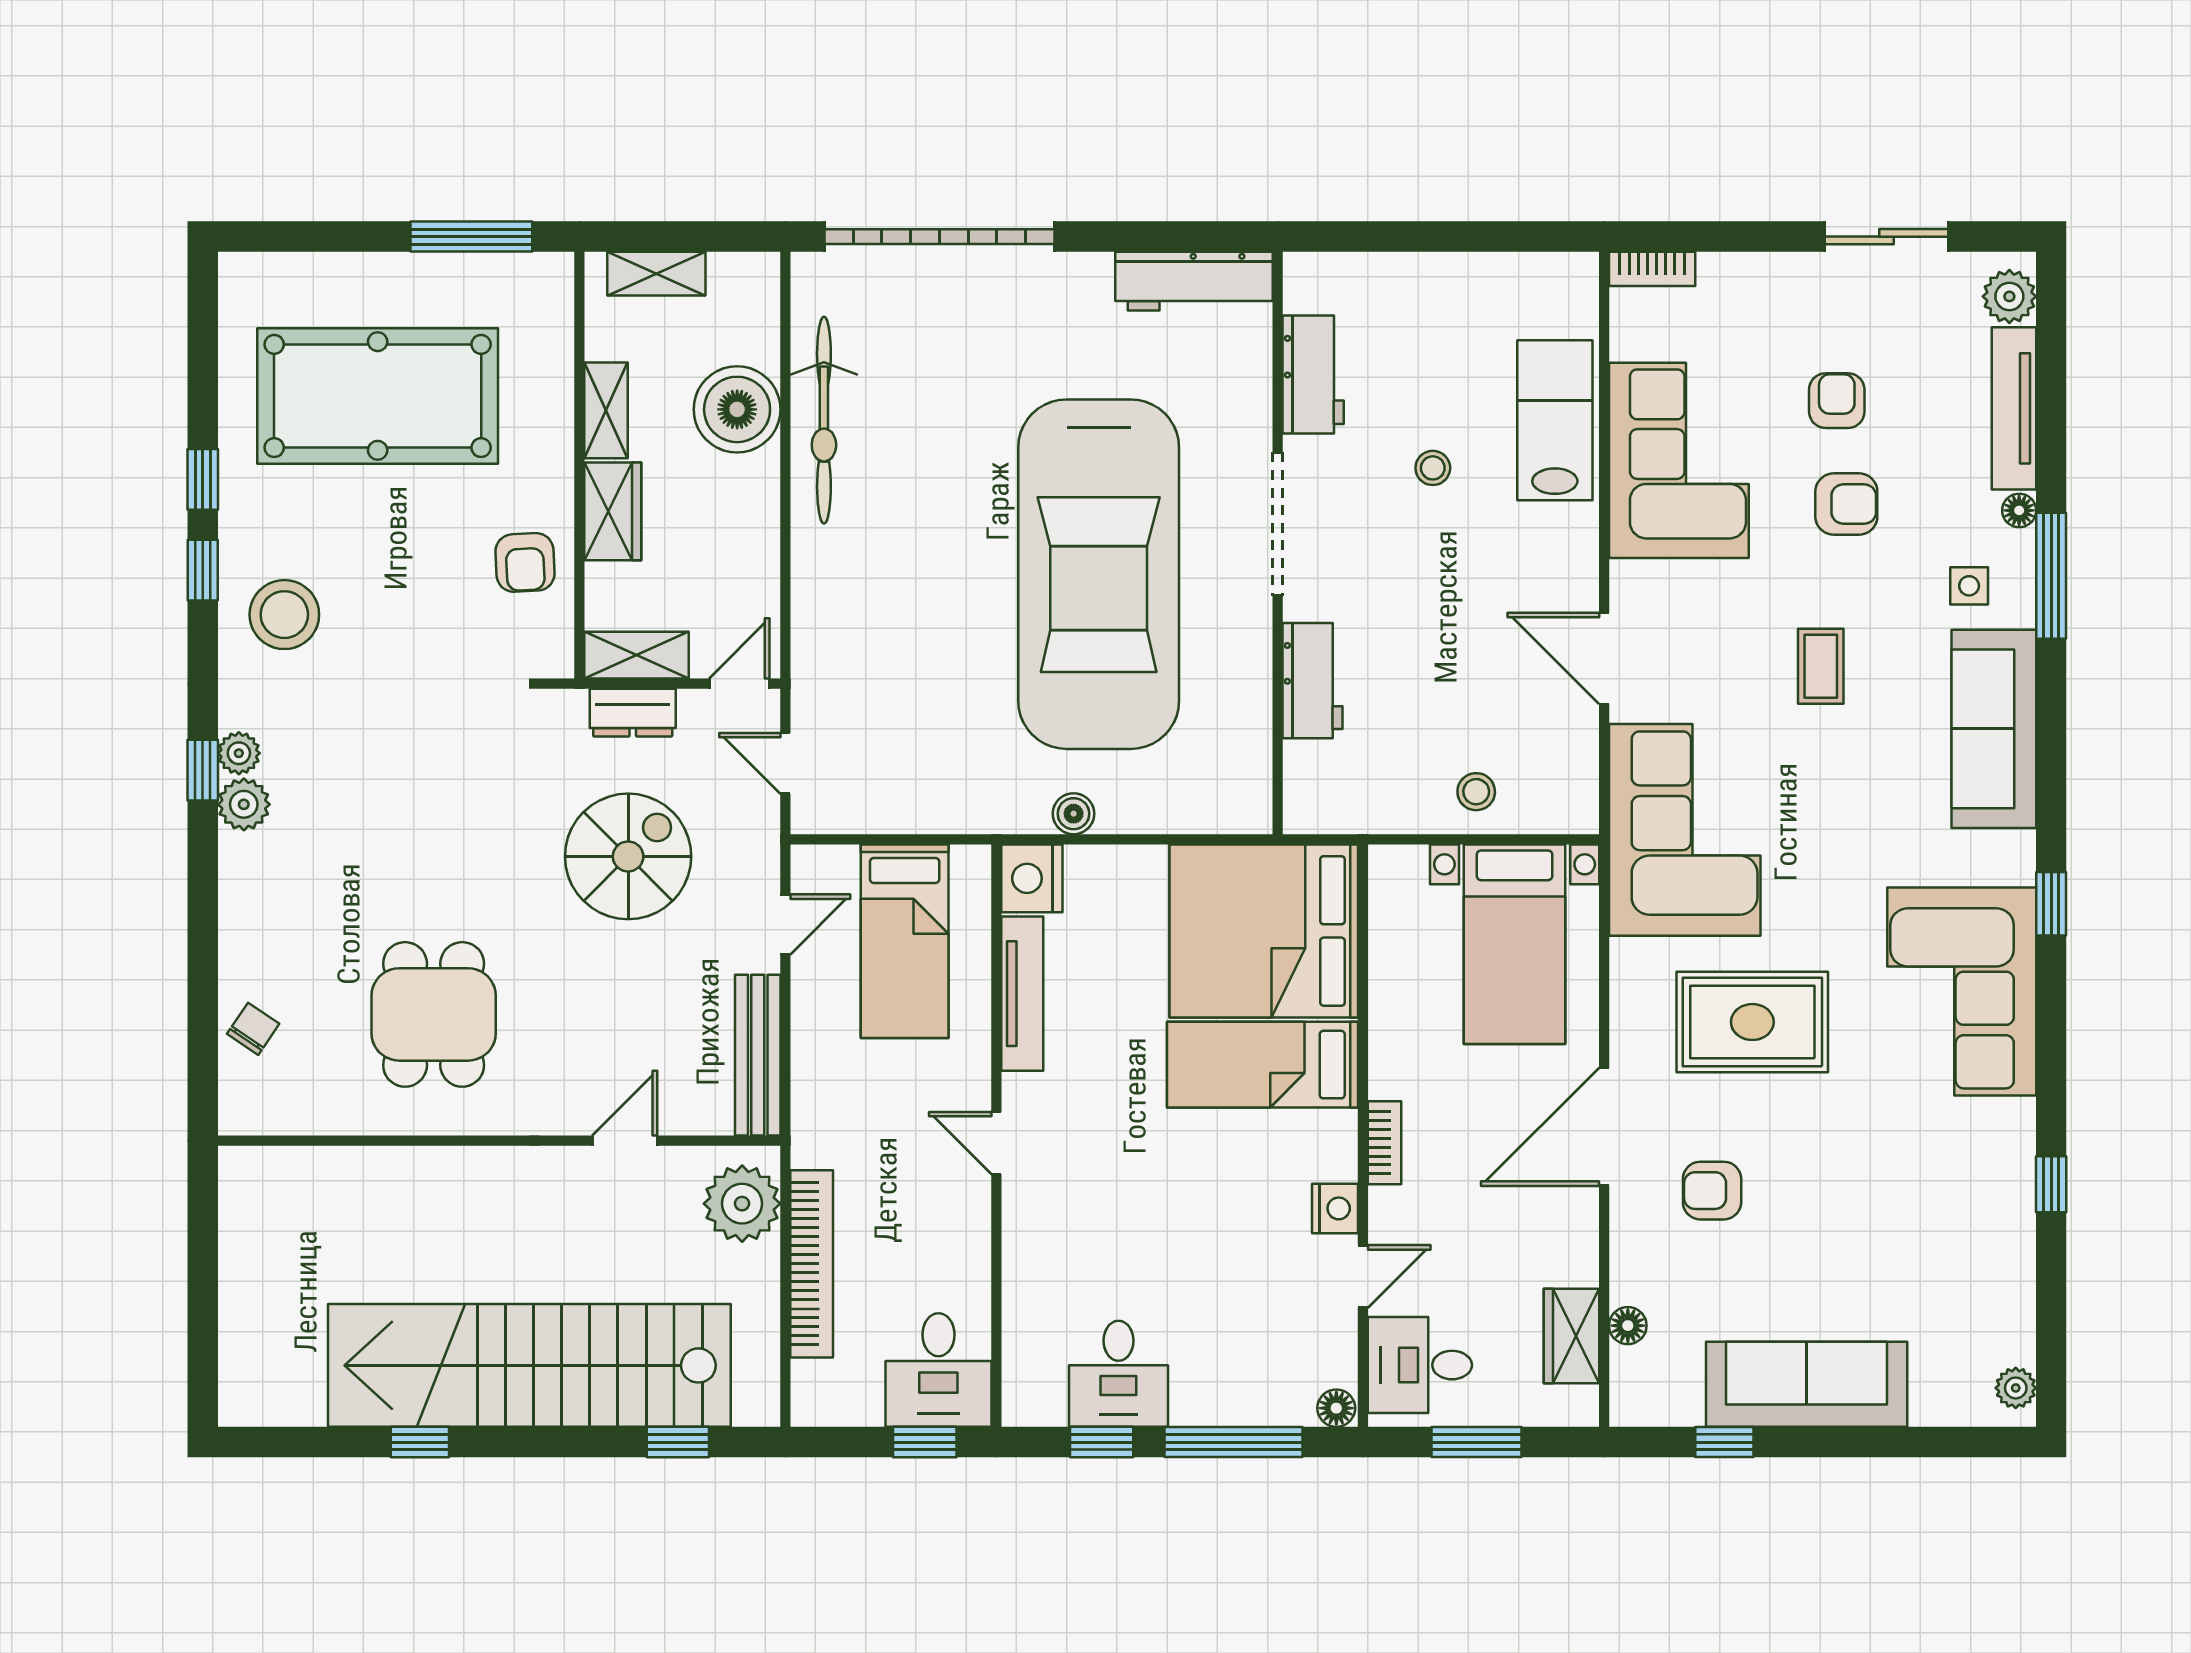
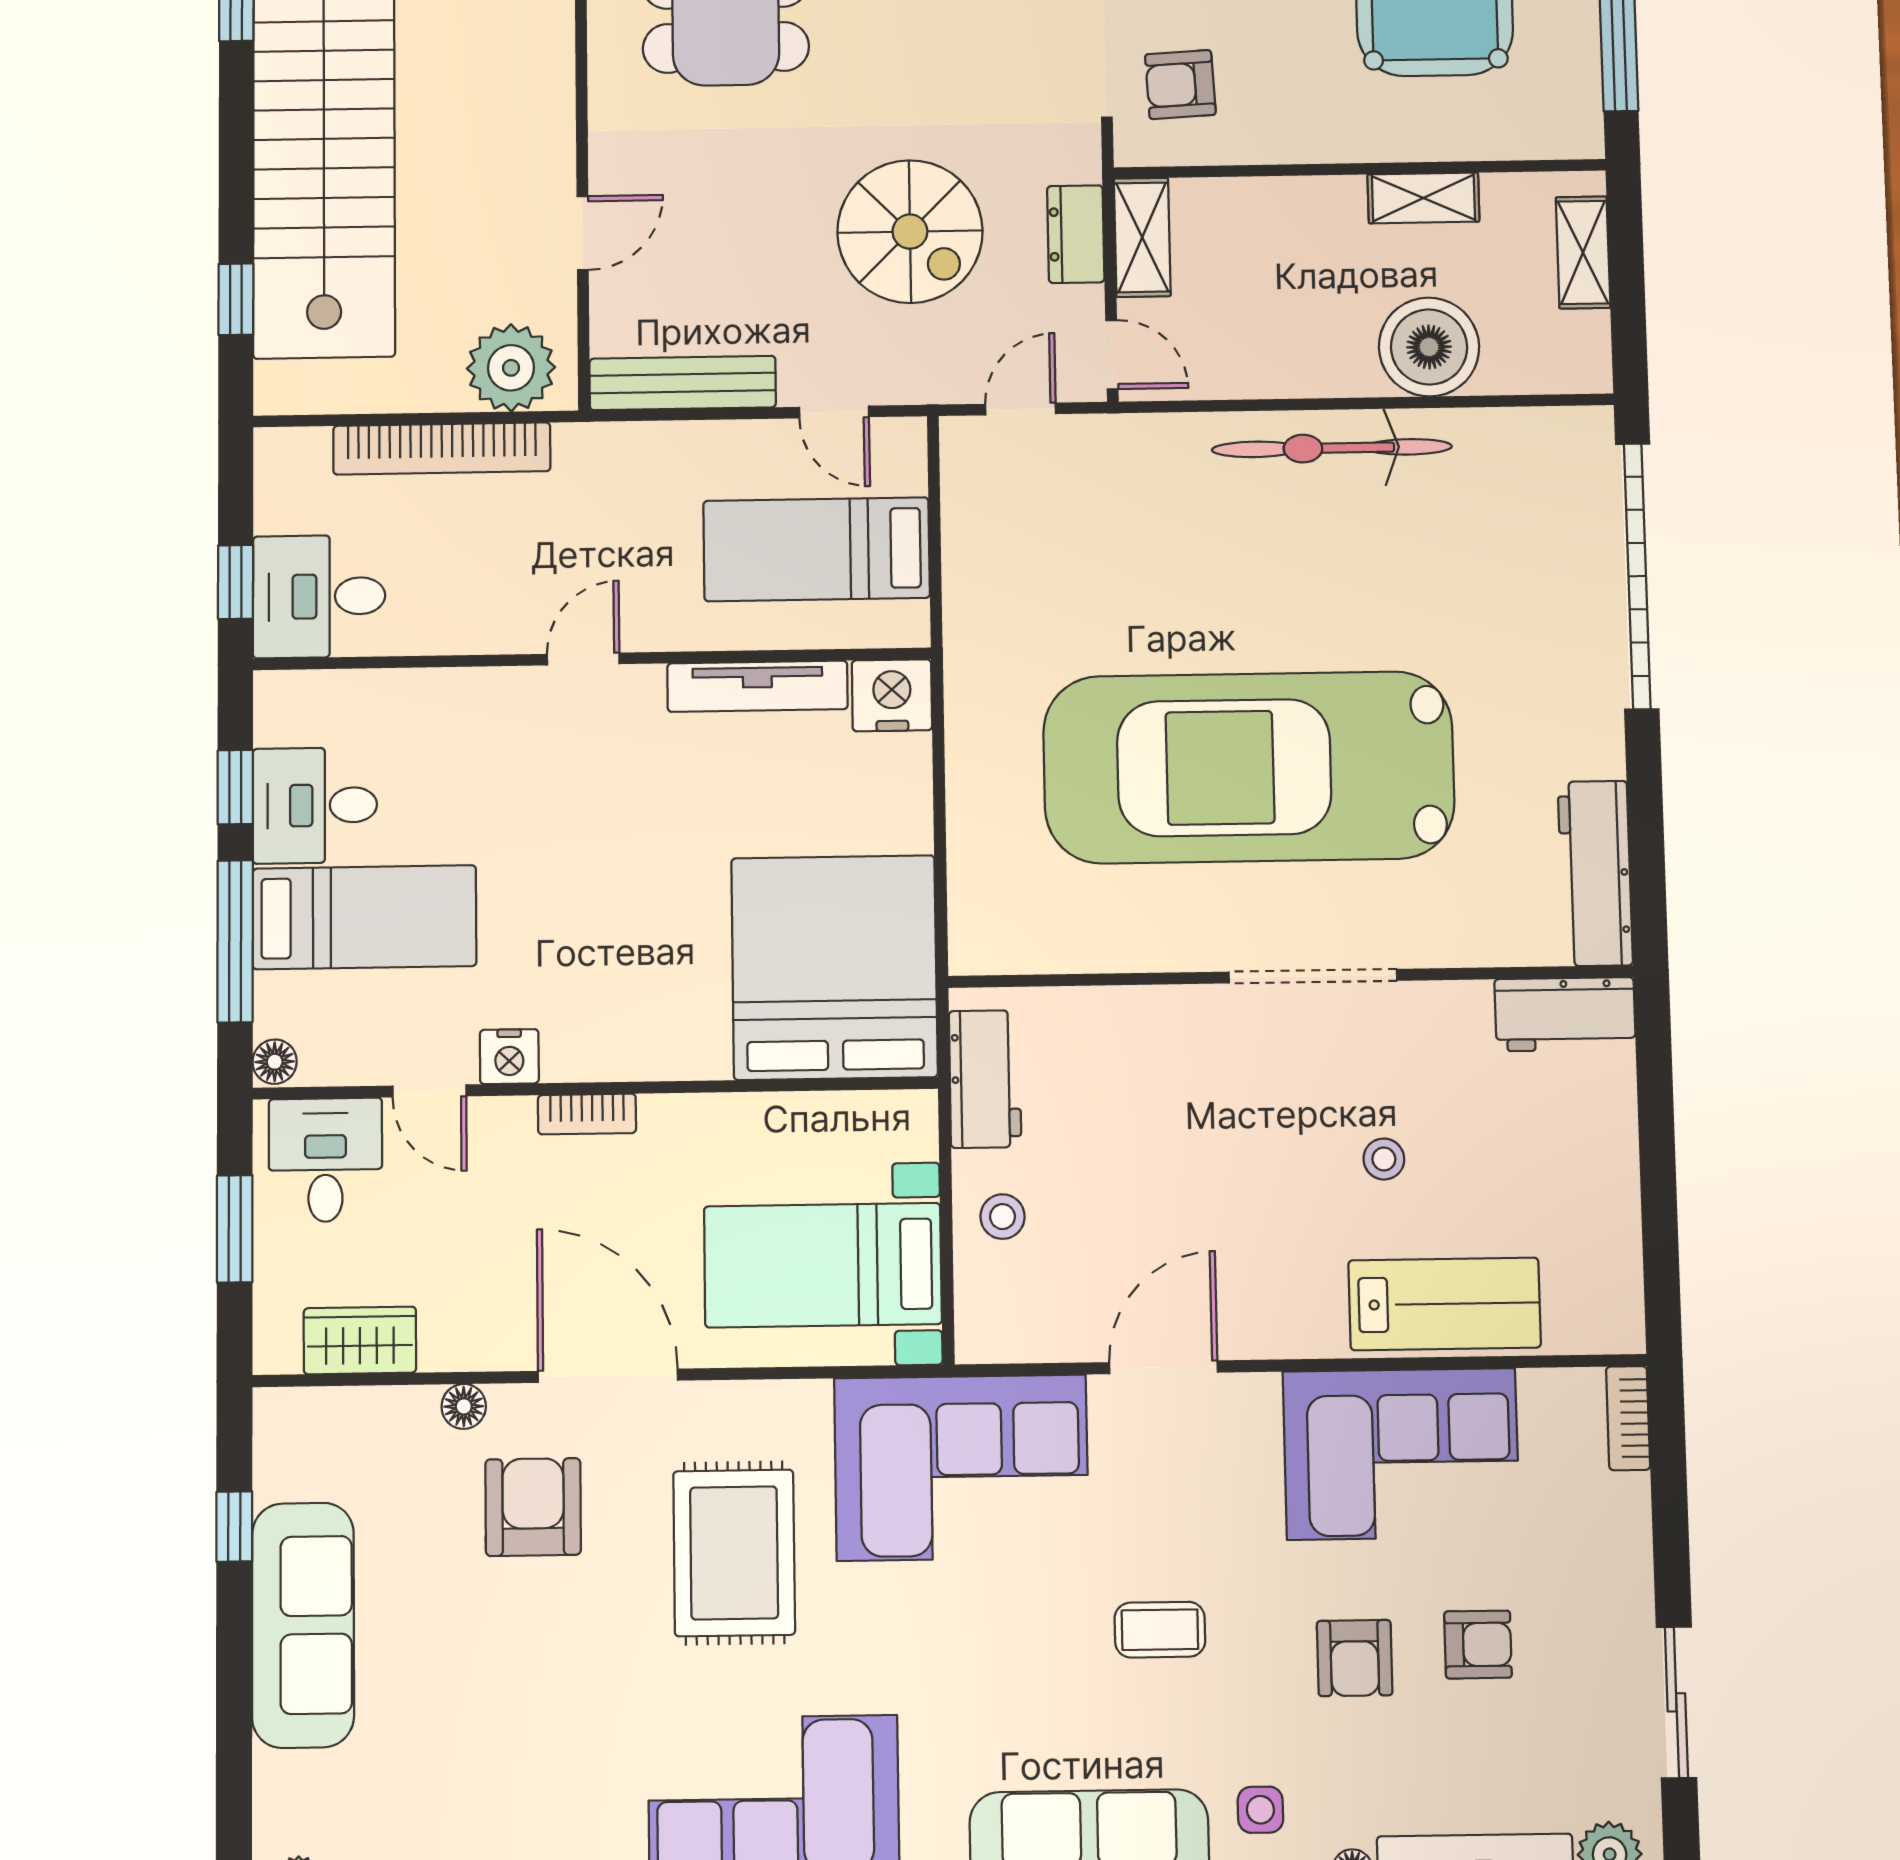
workbench: (1313, 374) -> (1565, 1014), moved
bicycle: (824, 420) -> (1332, 448), moved
wardrobe: (613, 511) -> (1307, 208), removed
armchair: (525, 562) -> (1180, 85), moved
workbench: (1312, 681) -> (985, 1079), moved, turned -90
boiler: (1074, 814) -> (968, 743), removed
bed: (1262, 1065) -> (364, 917), moved, turned 90
door: (625, 1141) -> (583, 233), hinge flipped
armchair: (1712, 1191) -> (533, 1507), width x1.38, depth x1.38
floor lamp: (1628, 1326) -> (464, 1406), moved

